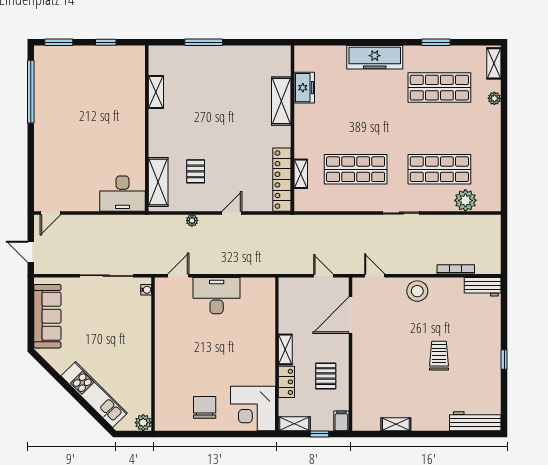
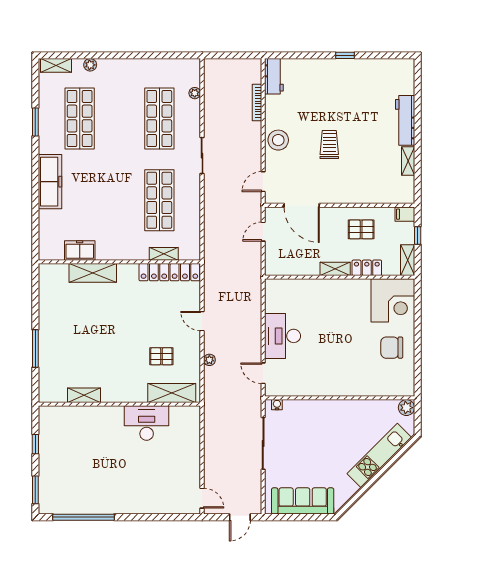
desk: (123, 194) -> (147, 423), moved, turned -90
plant: (465, 200) -> (195, 93), width x0.53, depth x0.53
trolley: (439, 356) -> (329, 144), moved, turned 90
workbench: (475, 421) -> (405, 120), moved

